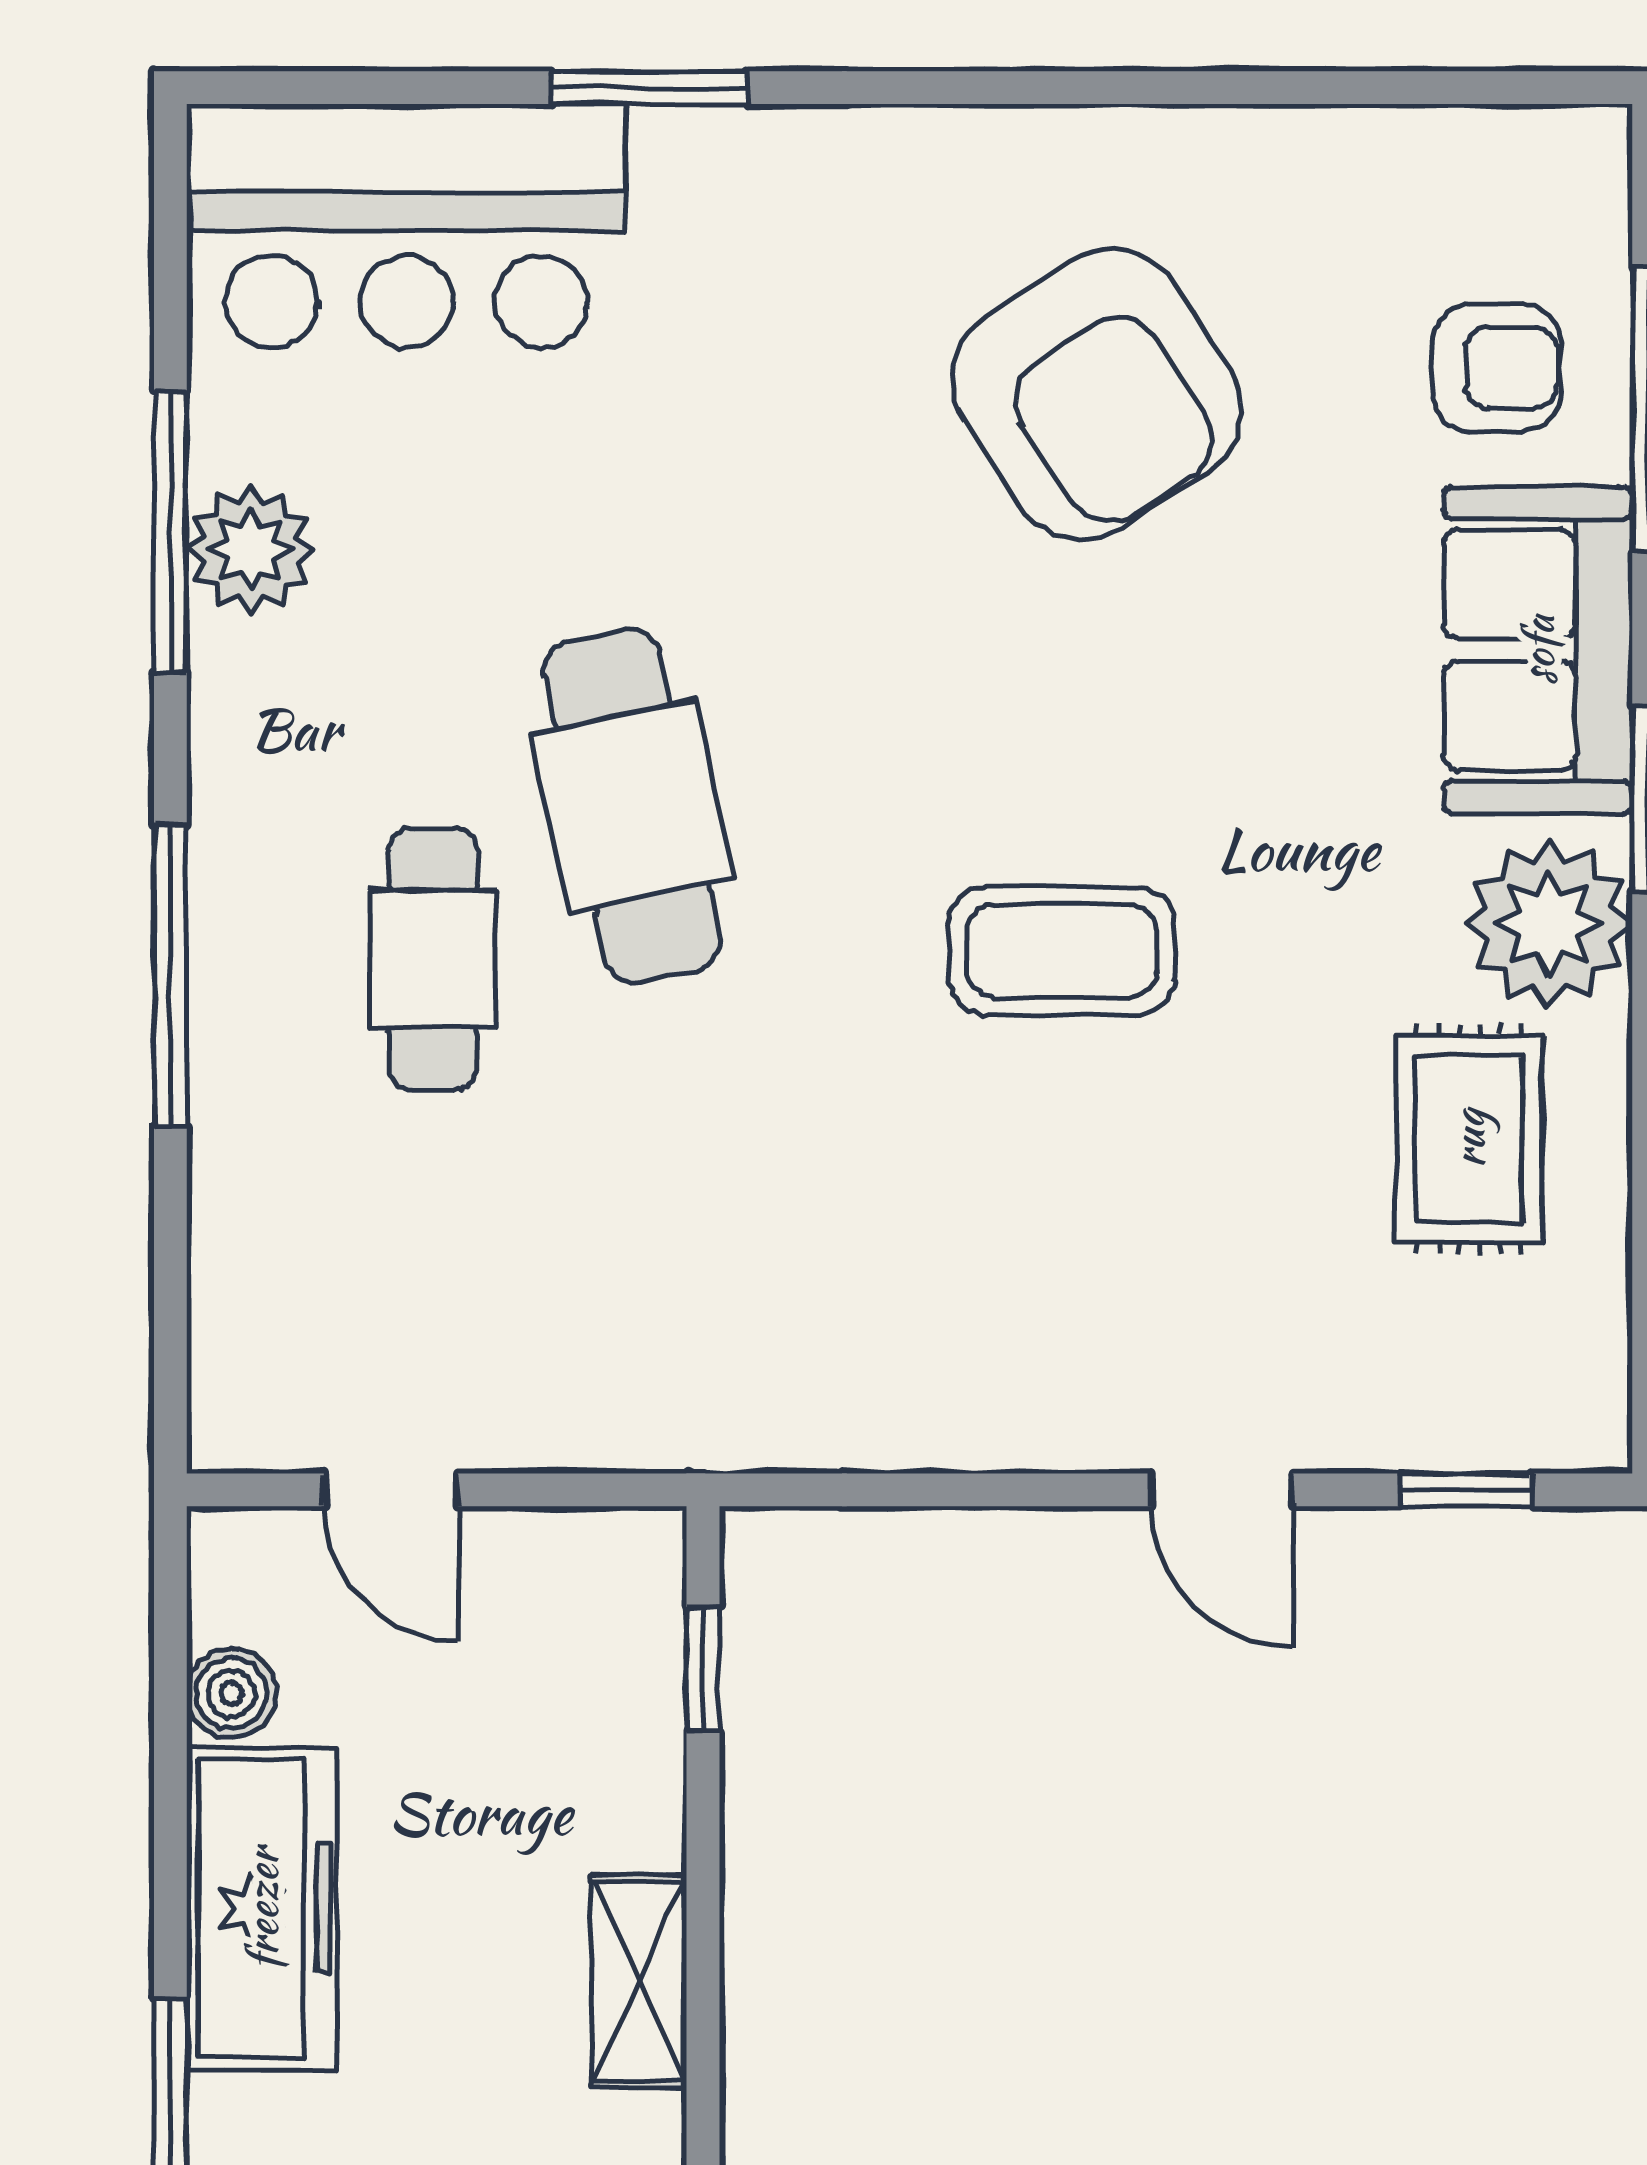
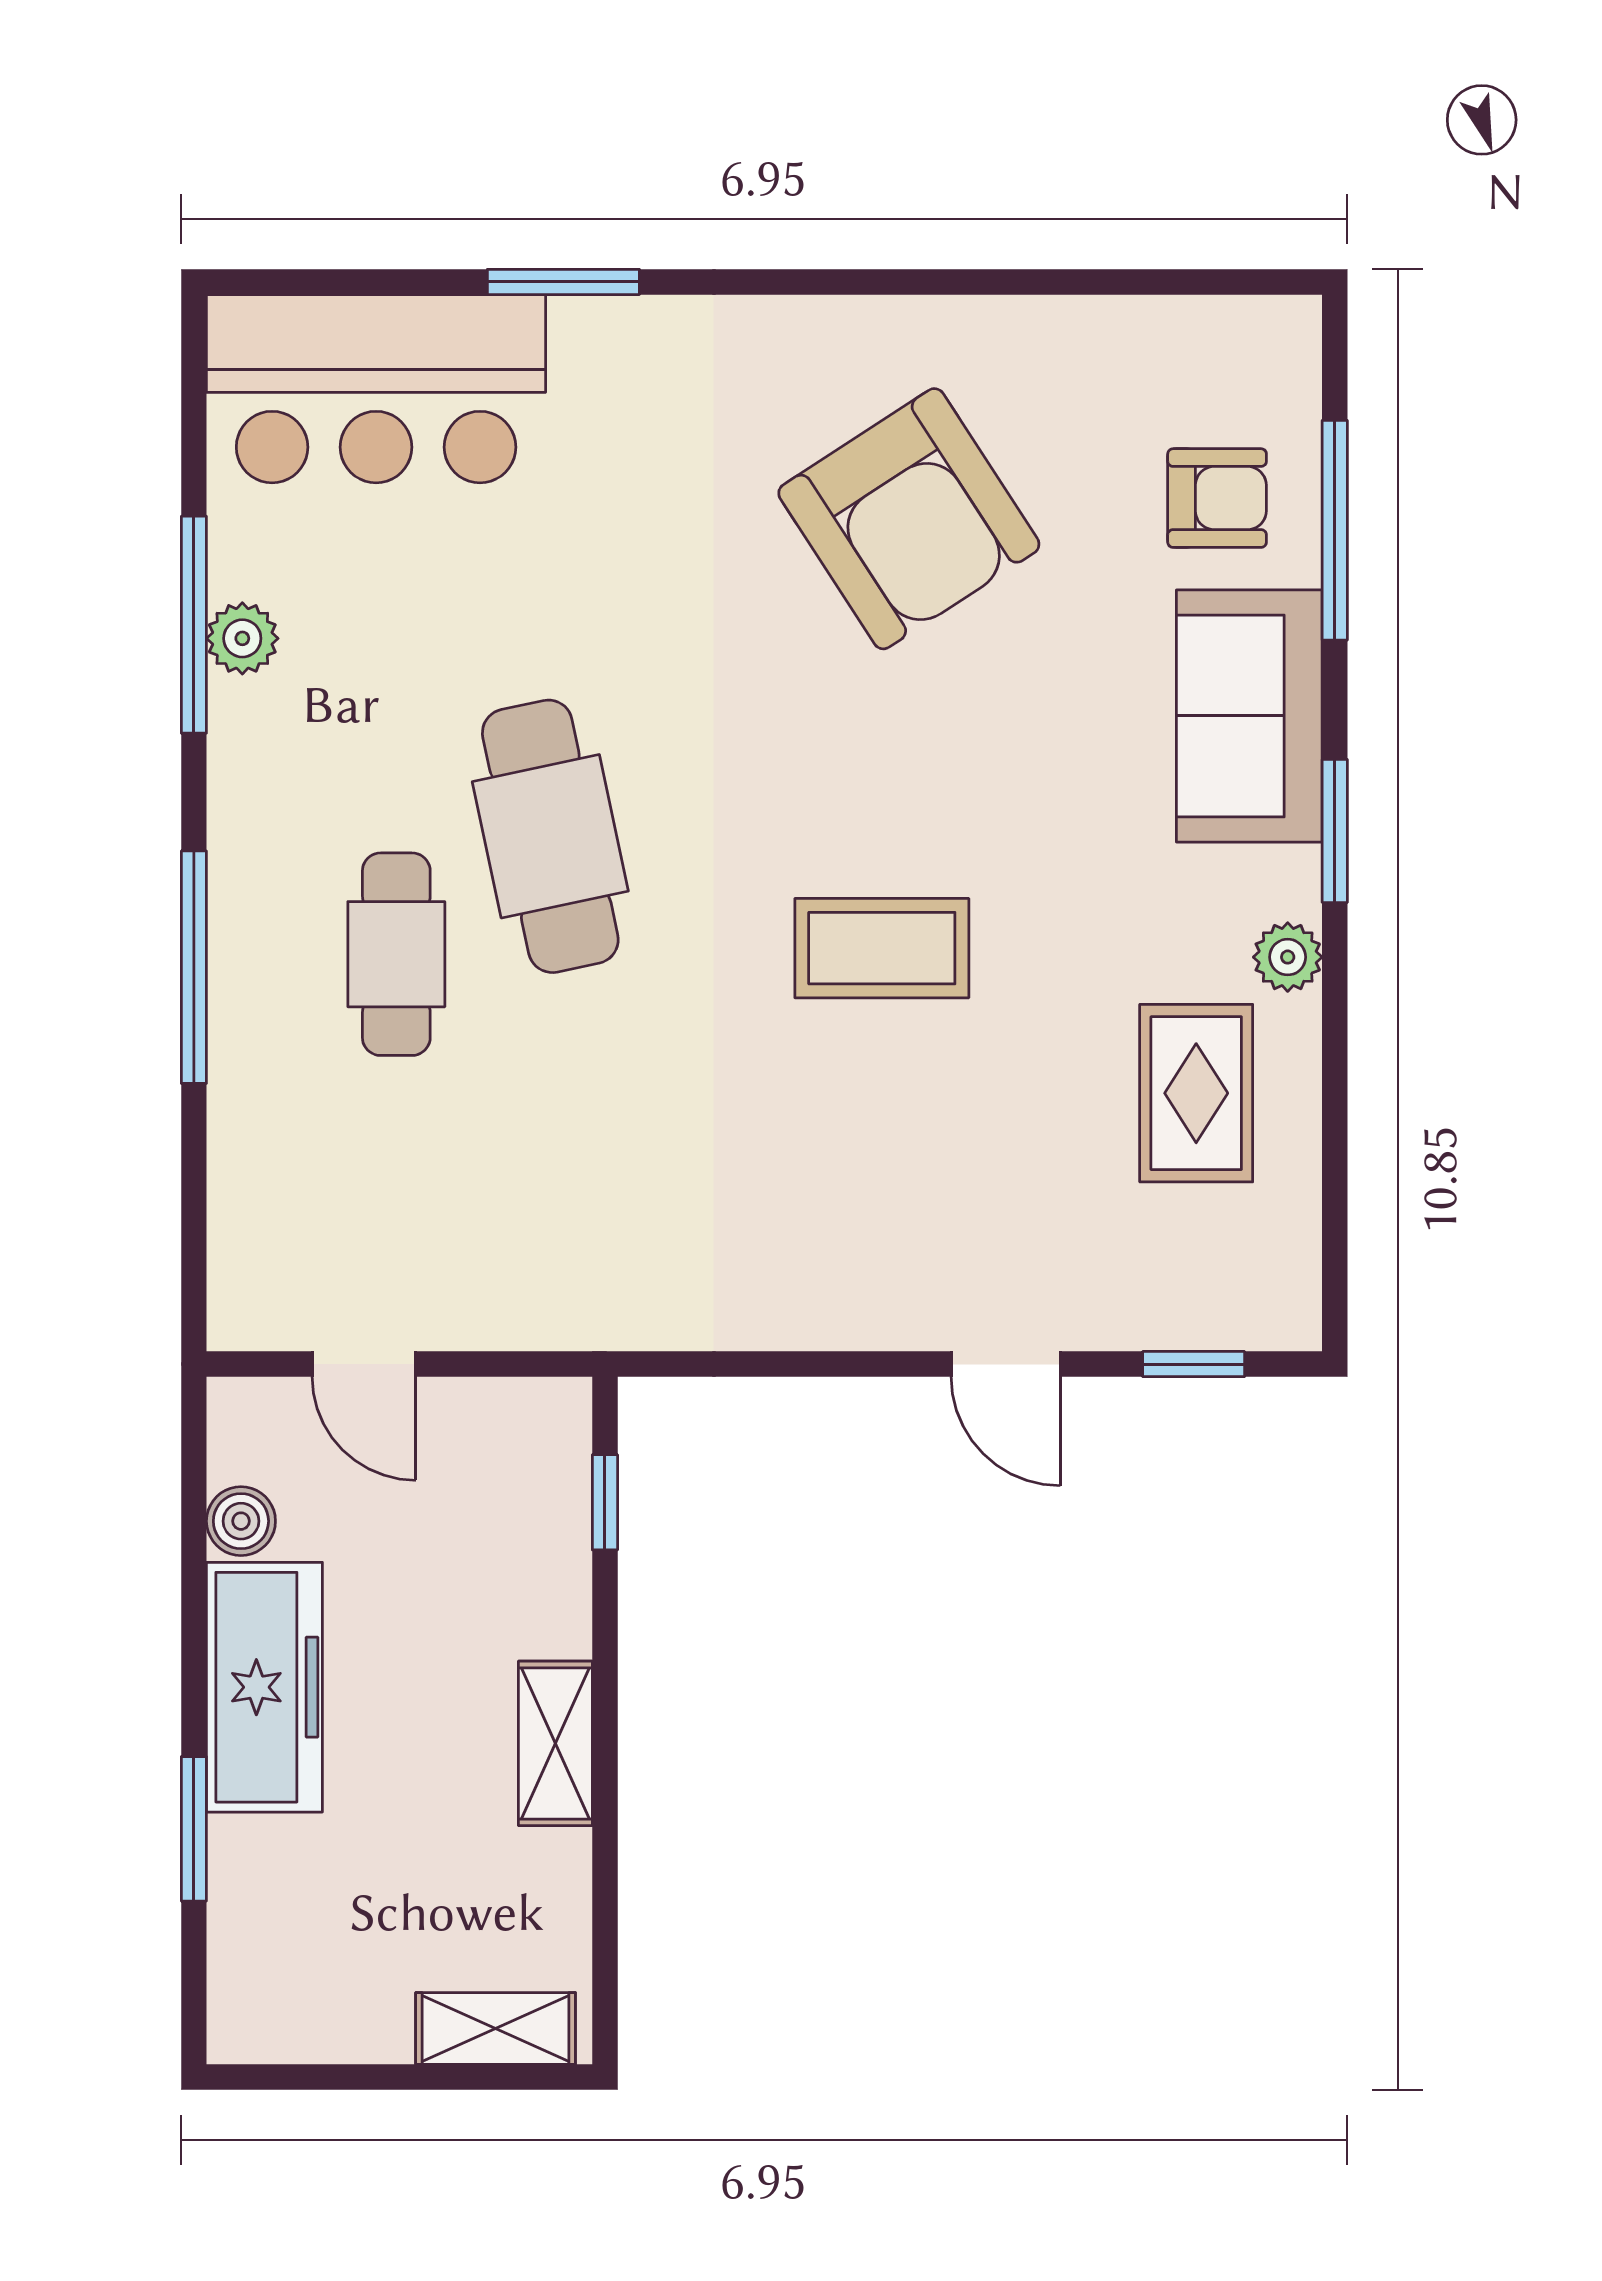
plant: (251, 550) -> (242, 638), width x0.73, depth x0.73
plant: (1549, 923) -> (1288, 957), width x0.53, depth x0.53

